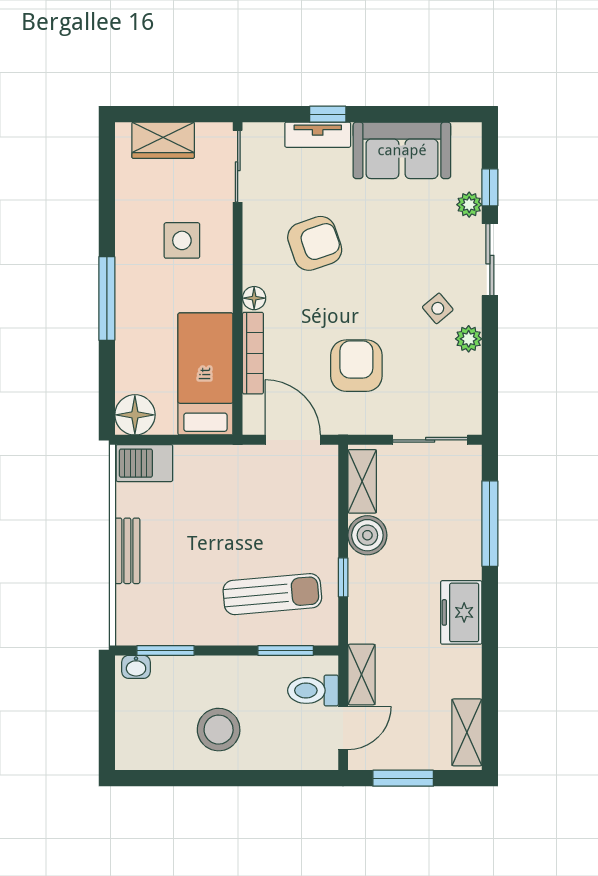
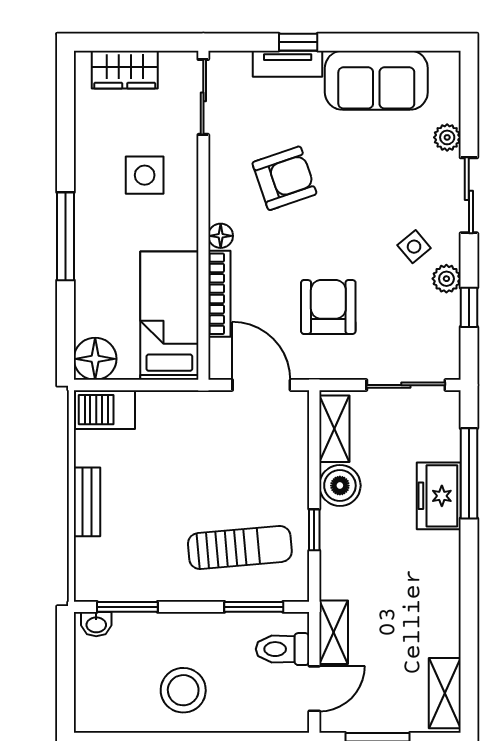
window: (490, 187) -> (469, 307), moved
freezer: (461, 612) -> (439, 496), moved

